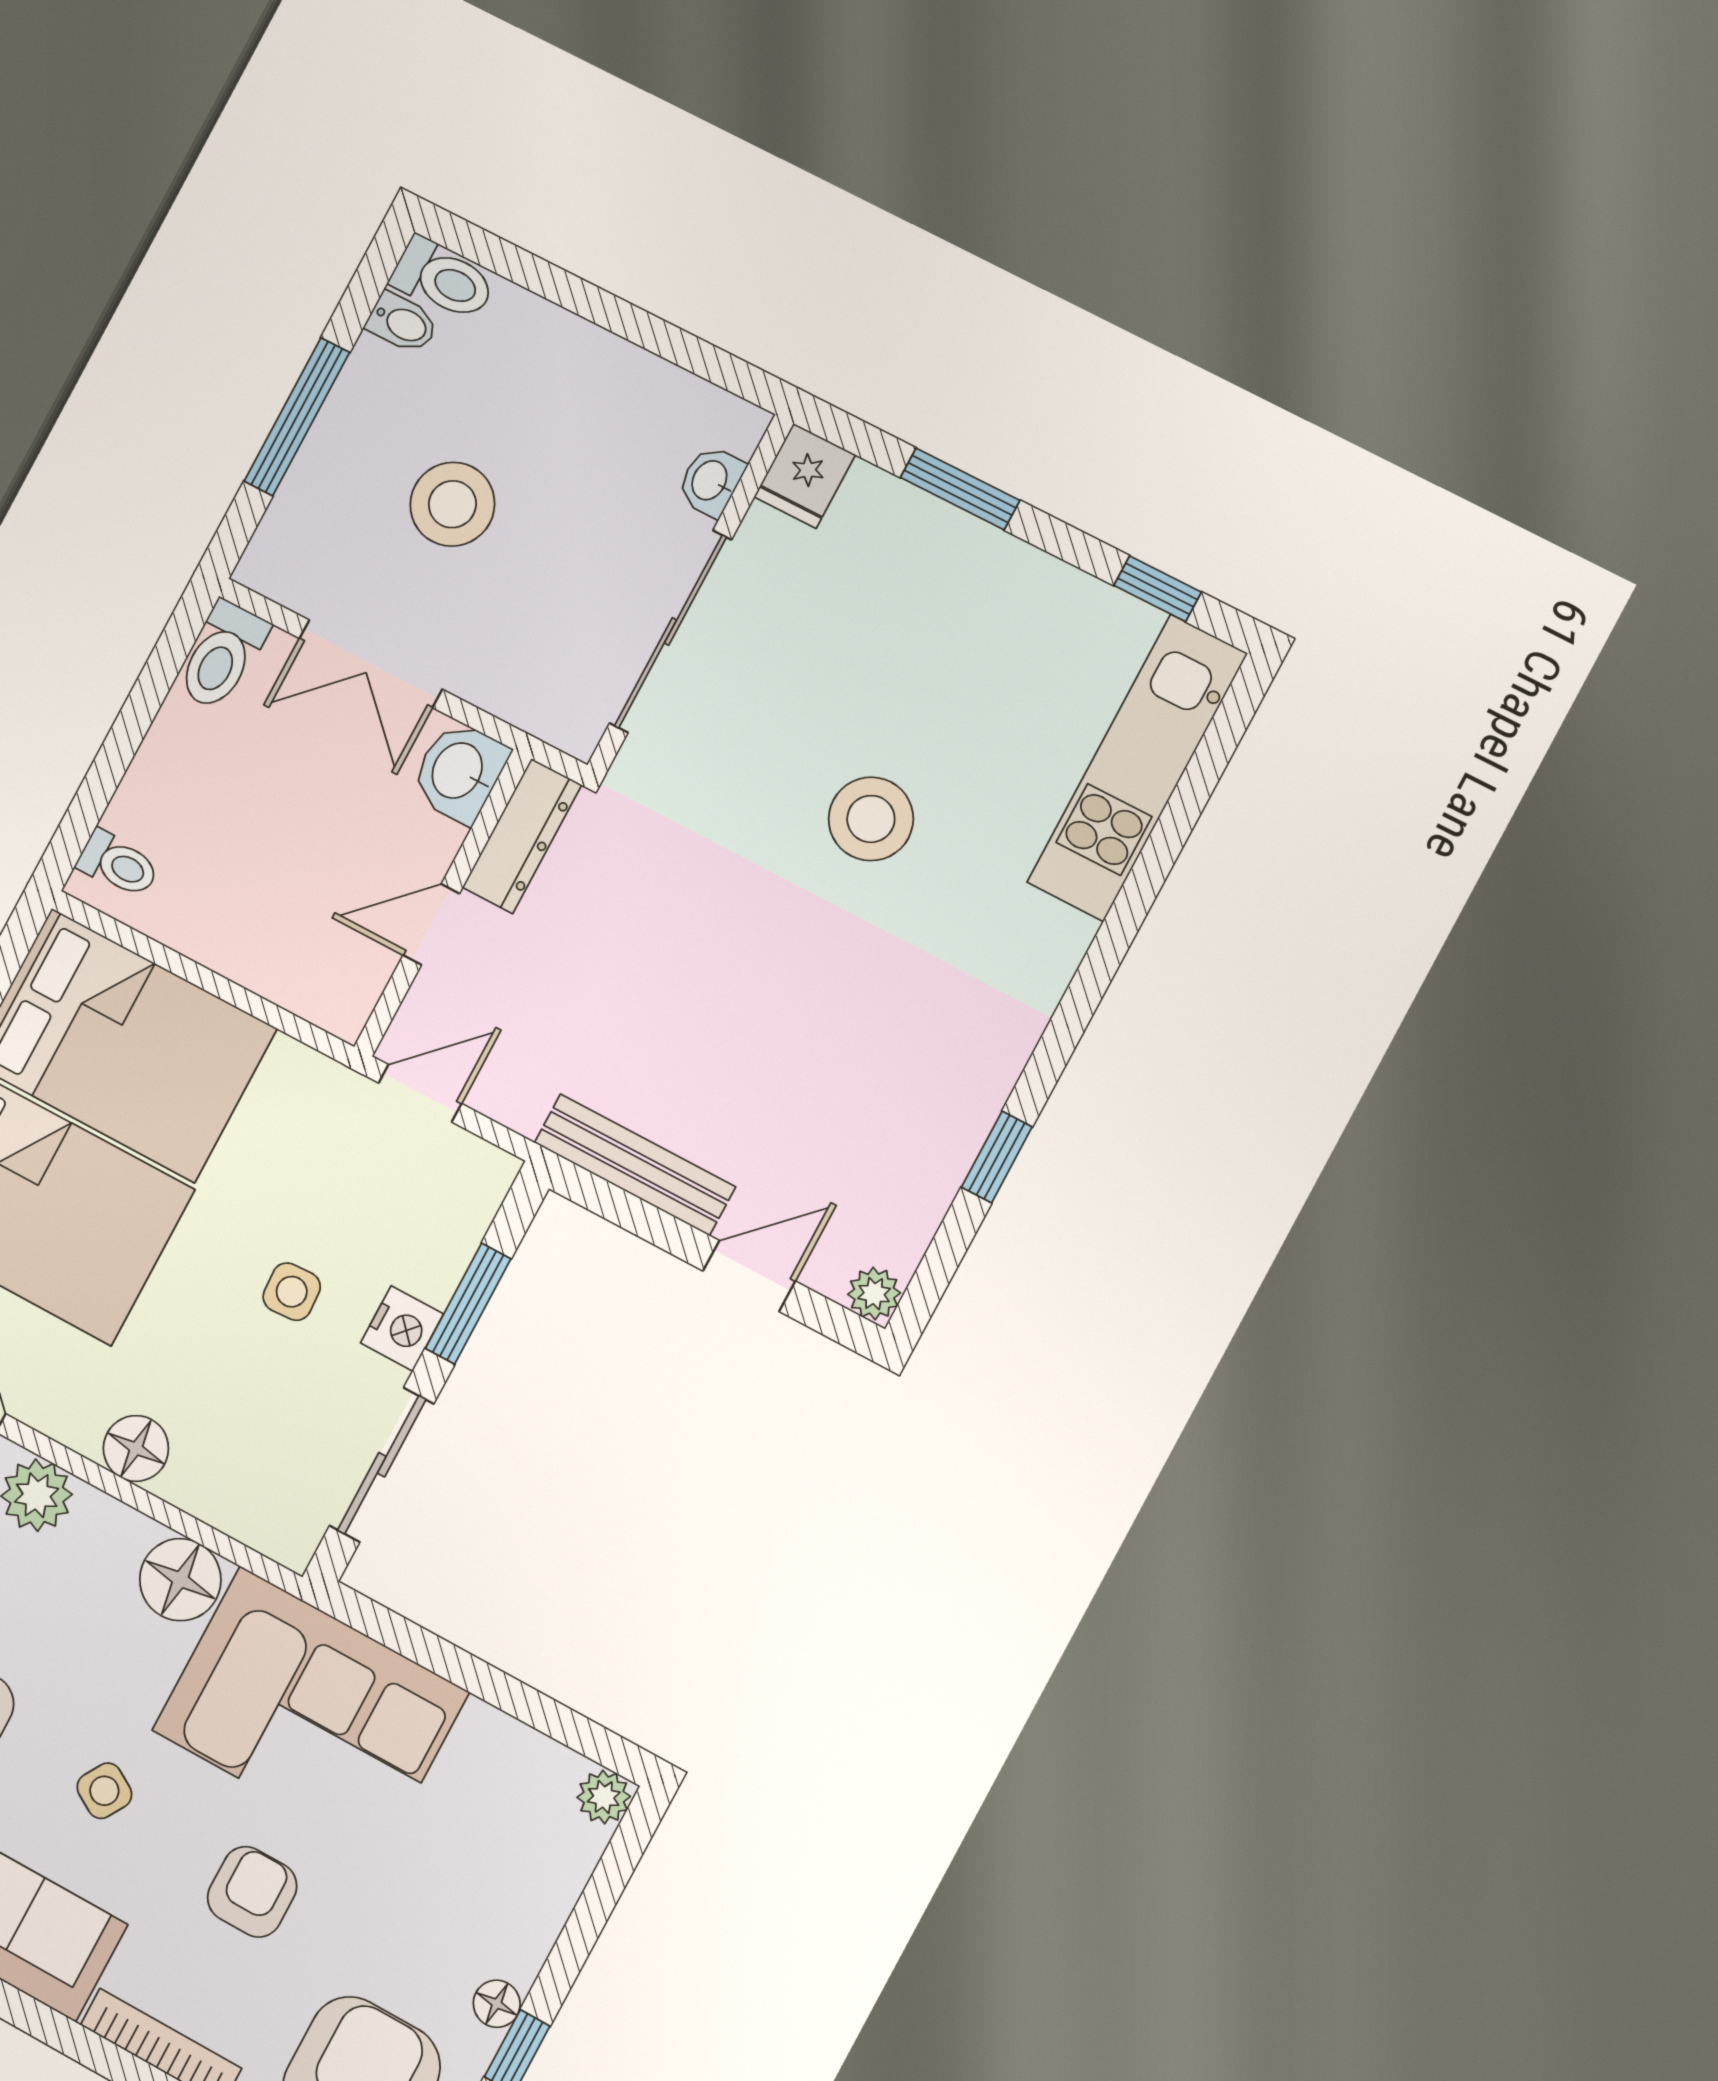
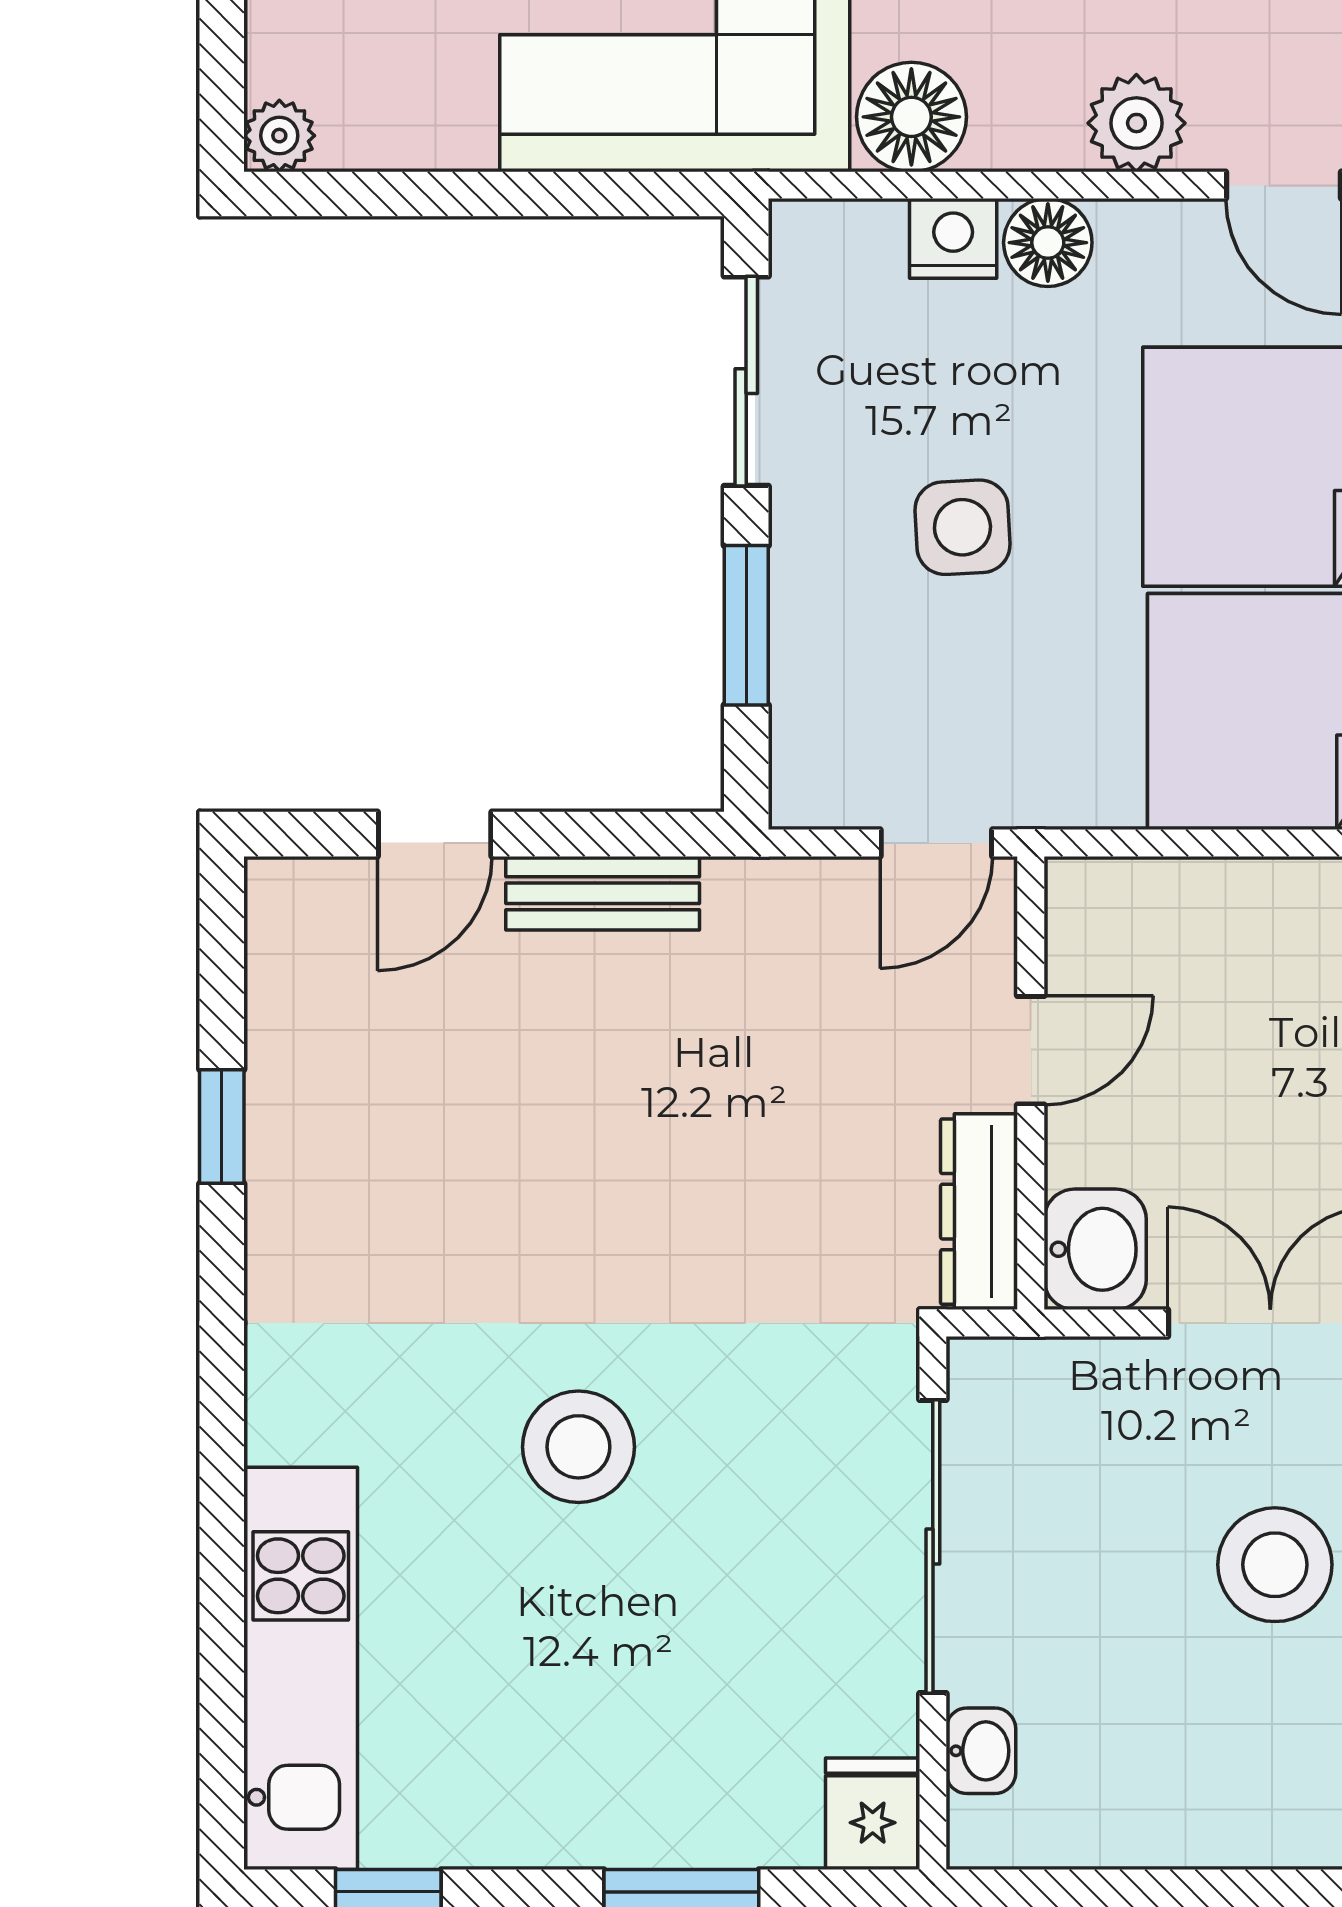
bench: (635, 1165) -> (603, 893), width x0.73
side table: (292, 1292) -> (962, 527), width x1.37, depth x1.37
plant: (874, 1294) -> (279, 891), removed
nightstand: (402, 1328) -> (953, 238), moved, turned 90

